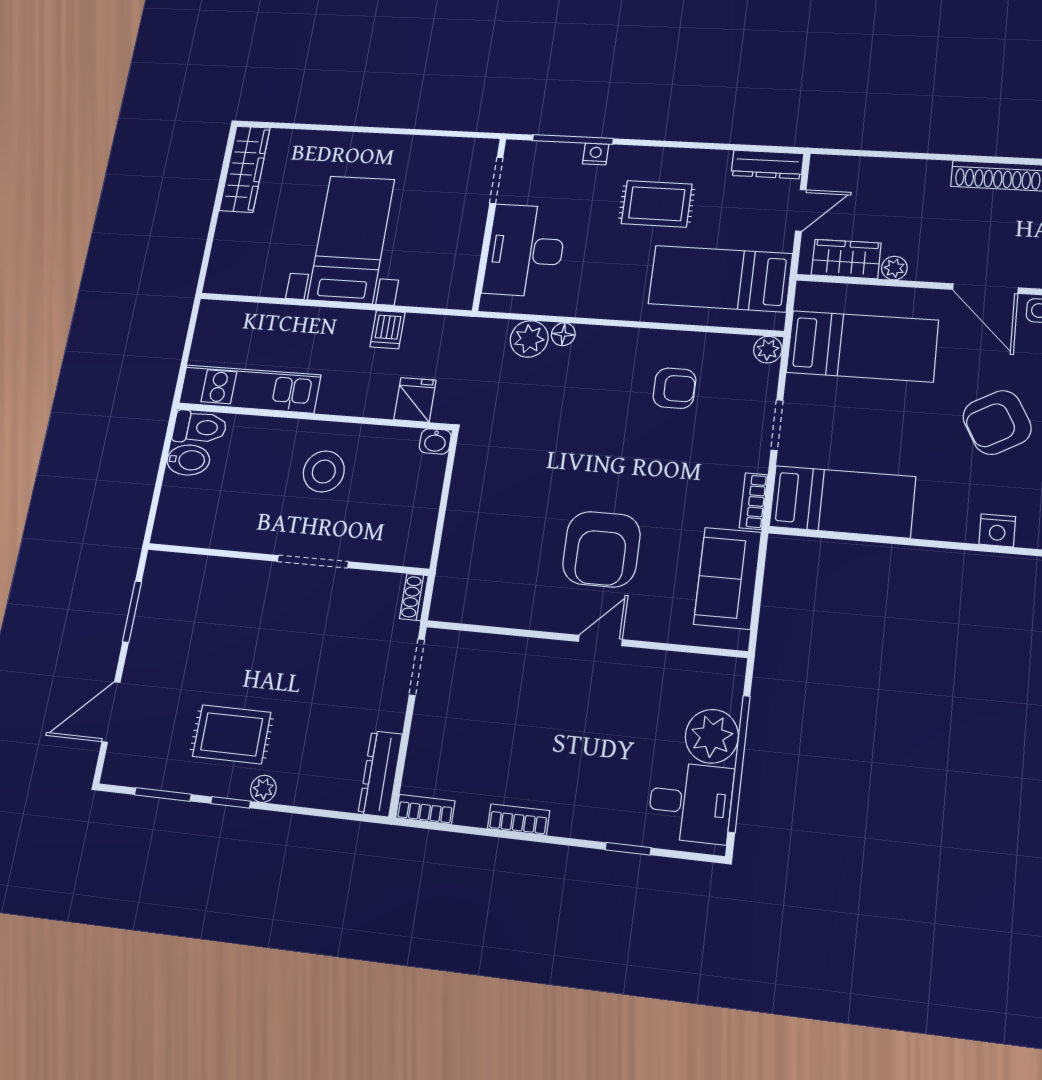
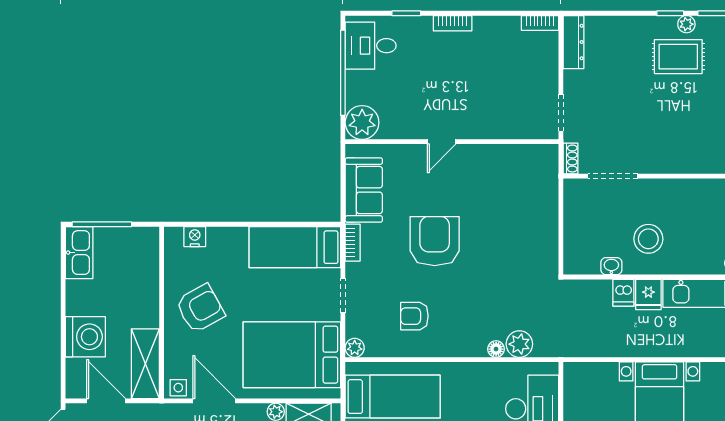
dishwasher: (388, 330) -> (623, 293), moved, turned 180
bed: (862, 346) -> (292, 355), width x1.50
fridge: (415, 400) -> (648, 294), moved
washbasin: (435, 441) -> (611, 266), moved
armchair: (601, 549) -> (435, 241), moved
doorway: (313, 562) -> (613, 176), moved
plant: (712, 736) -> (362, 123), moved
plant: (263, 789) -> (686, 24), moved
bookcase: (519, 820) -> (453, 23), moved

